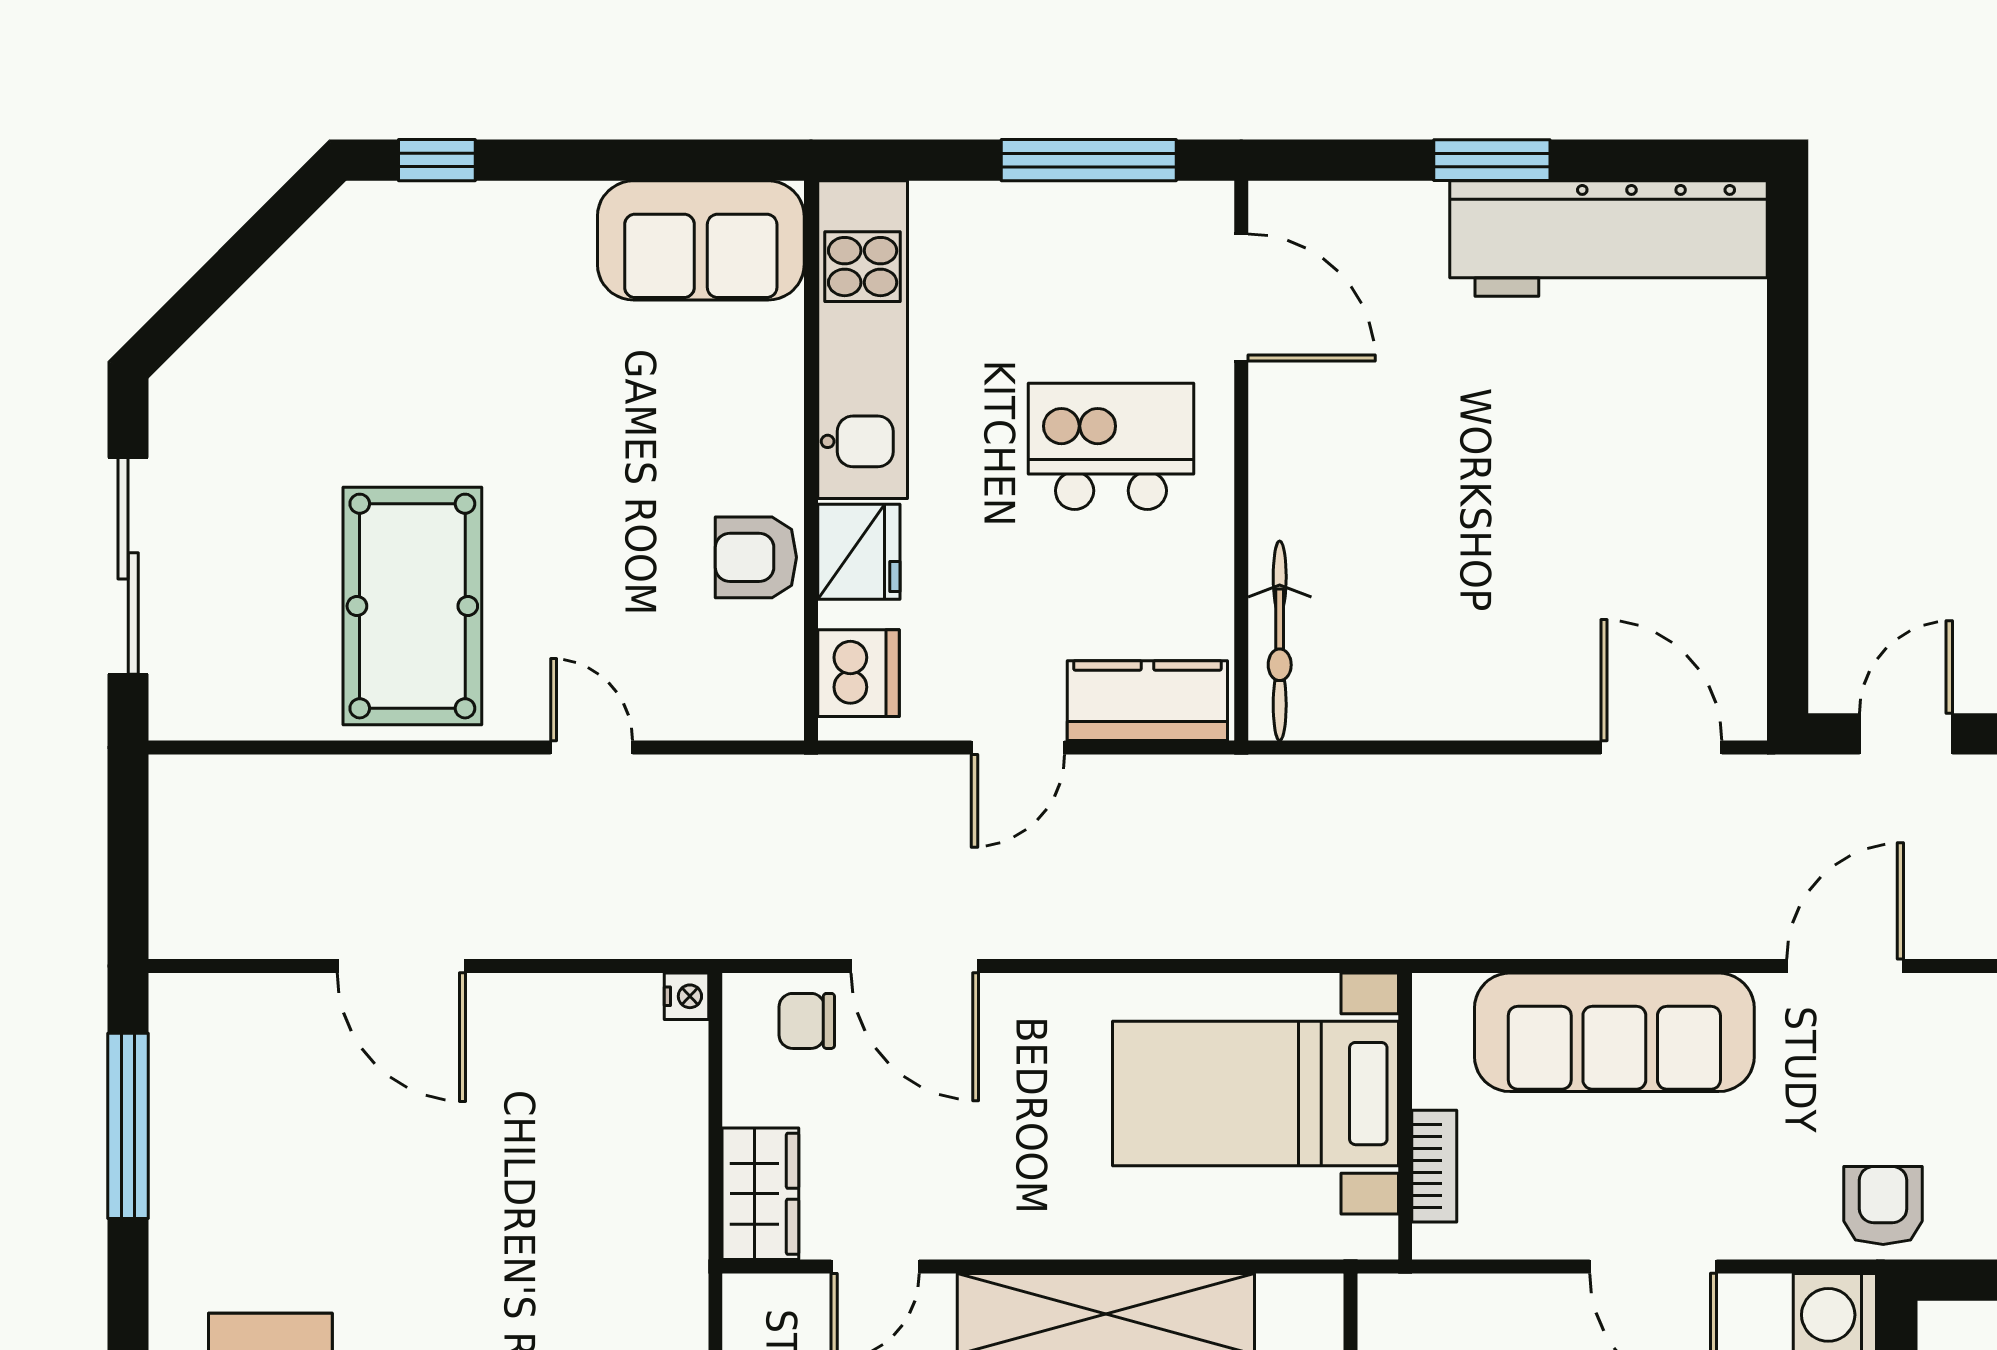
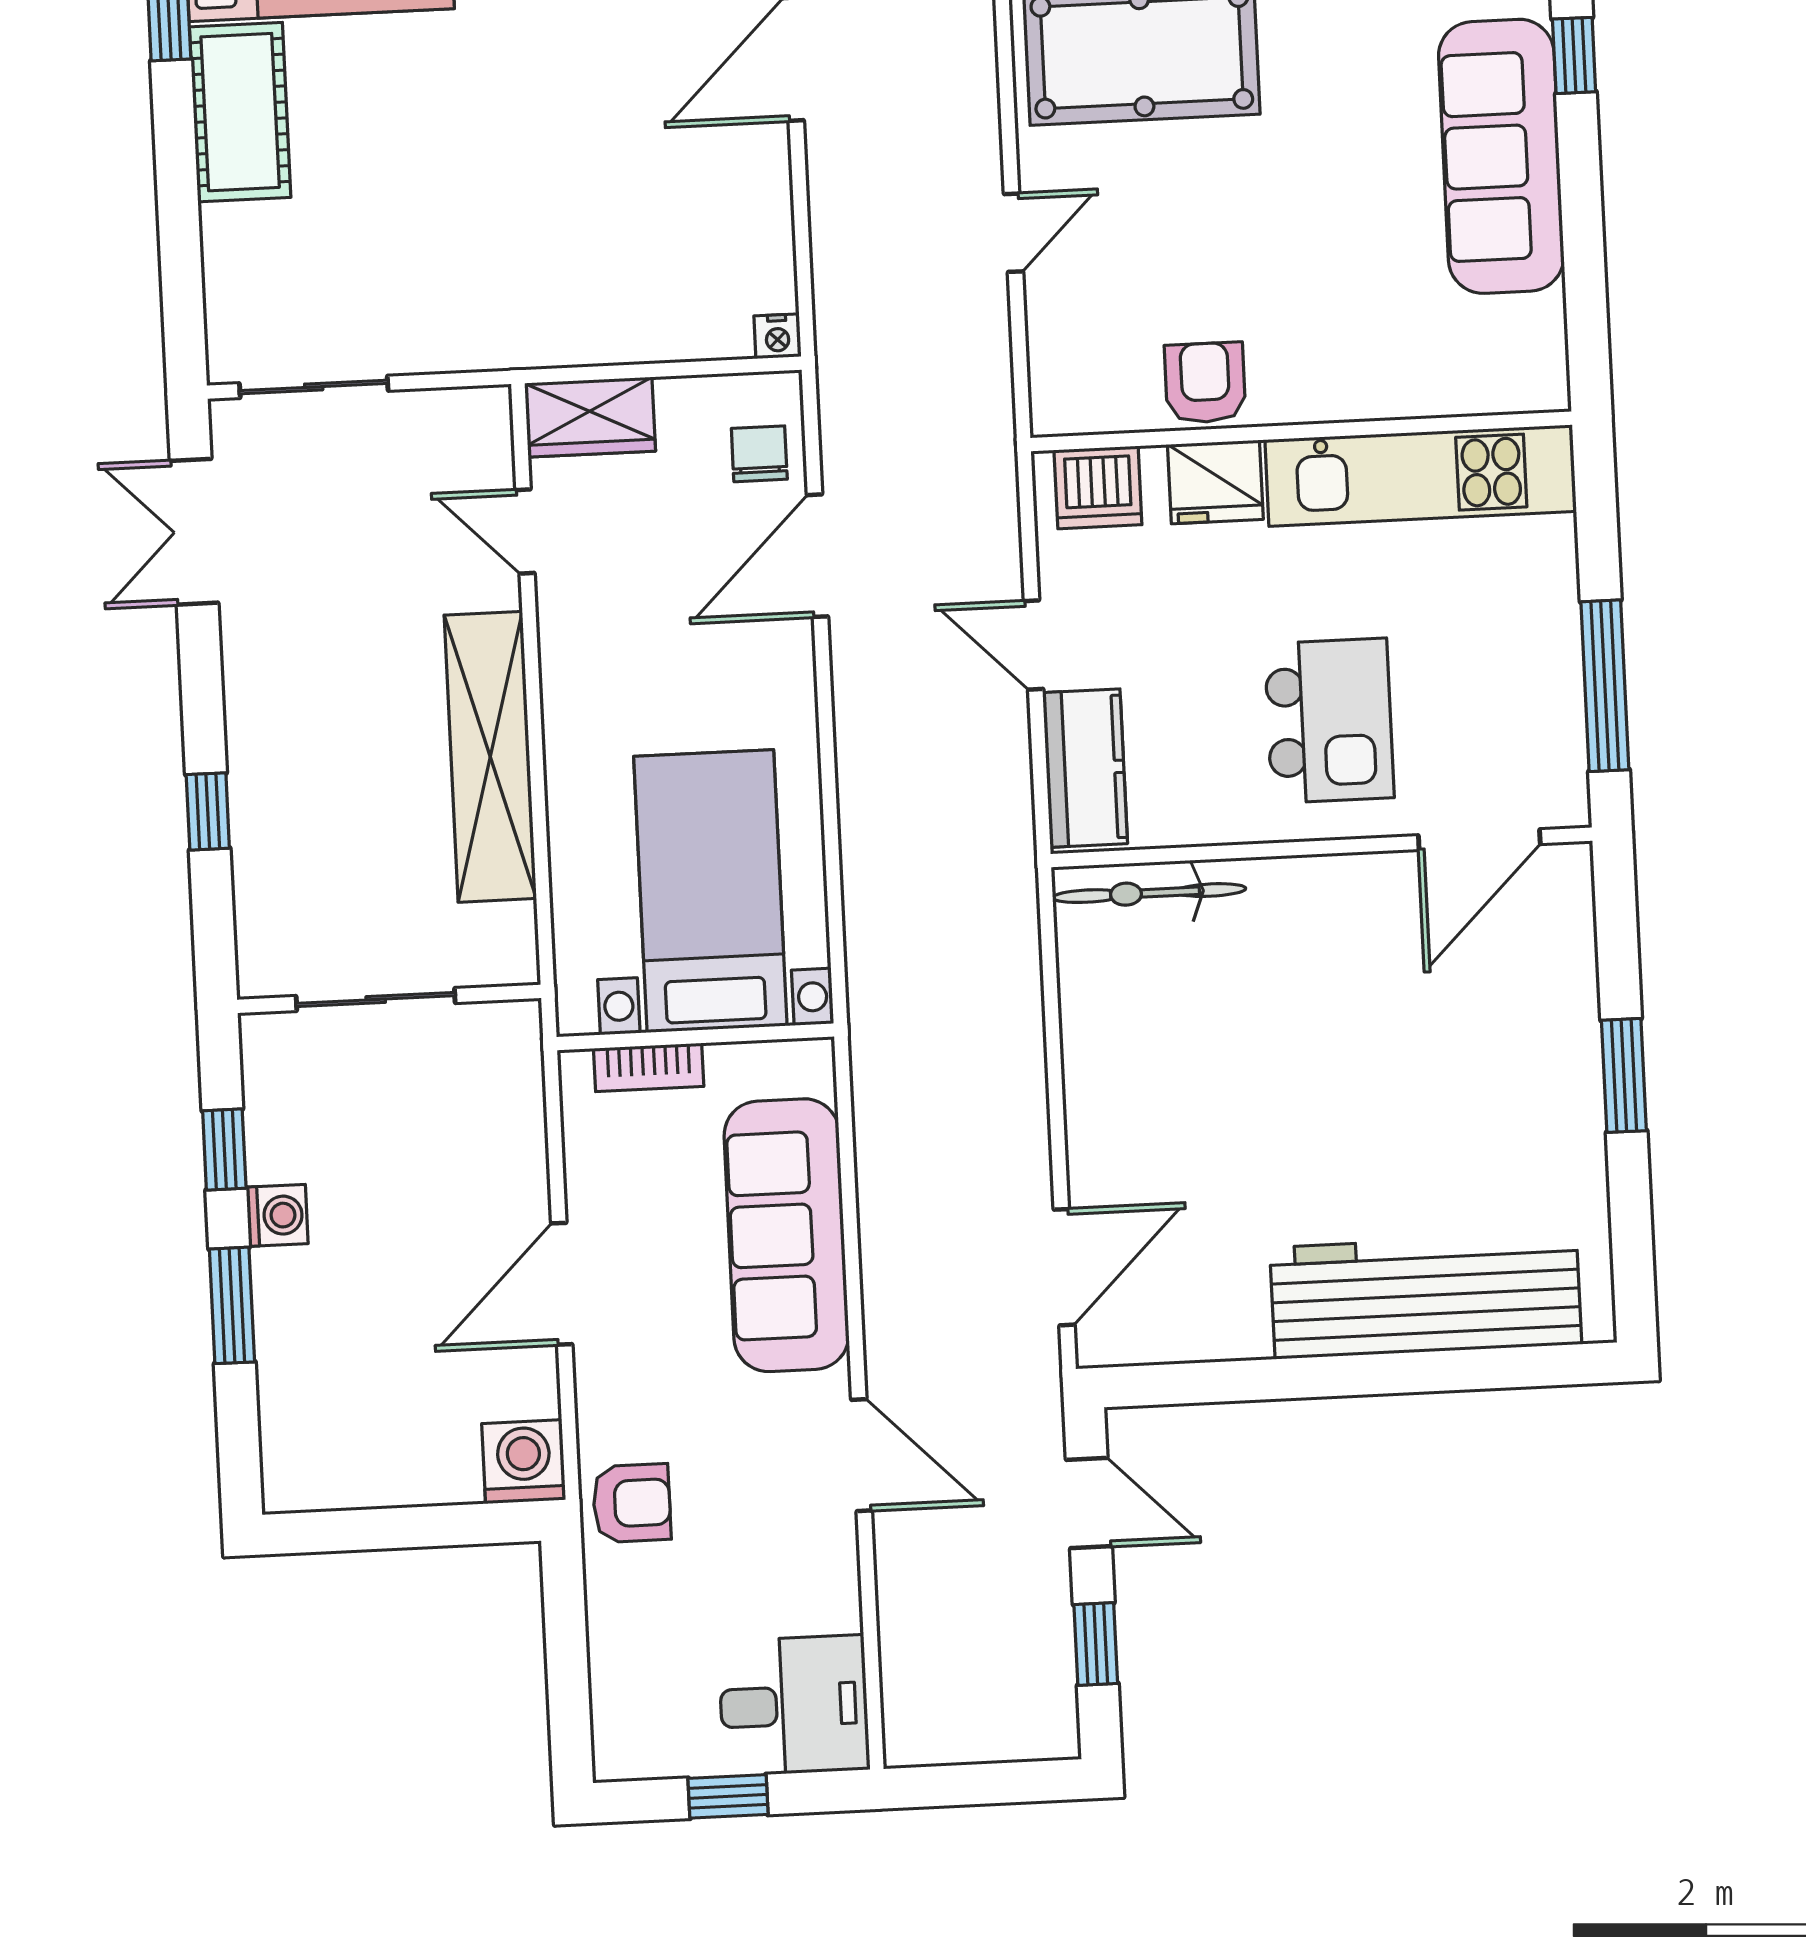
workbench: (1608, 238) -> (1426, 1296), moved, turned 90
sofa: (701, 240) -> (1501, 156), moved, width x1.36

